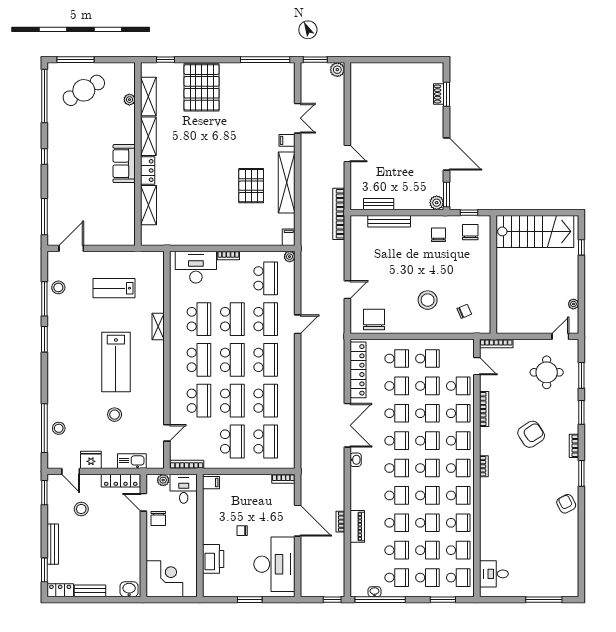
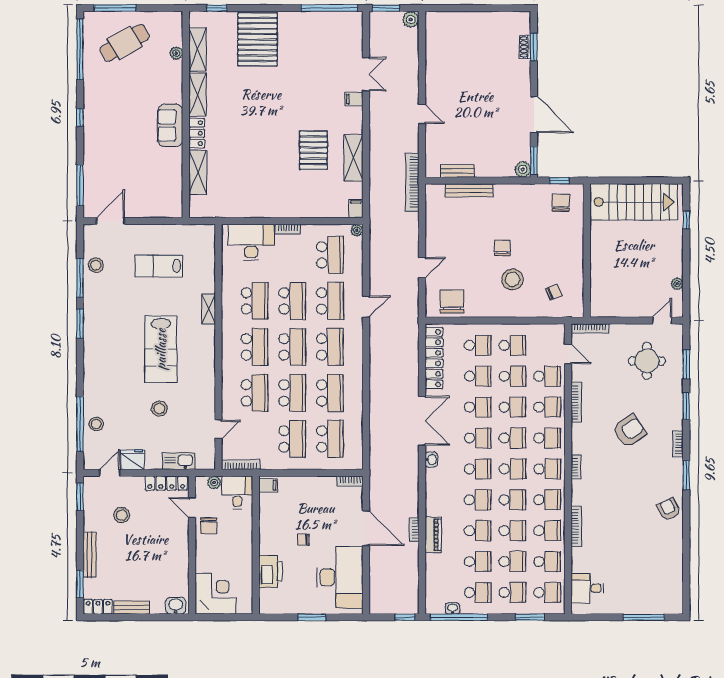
shelving: (287, 182) -> (353, 158), width x0.68
chair: (438, 235) -> (502, 248), moved
door: (71, 471) -> (110, 473), swing flipped
bookcase: (484, 519) -> (576, 526), added

